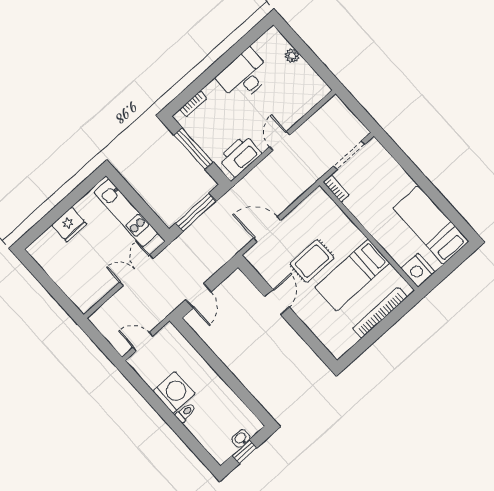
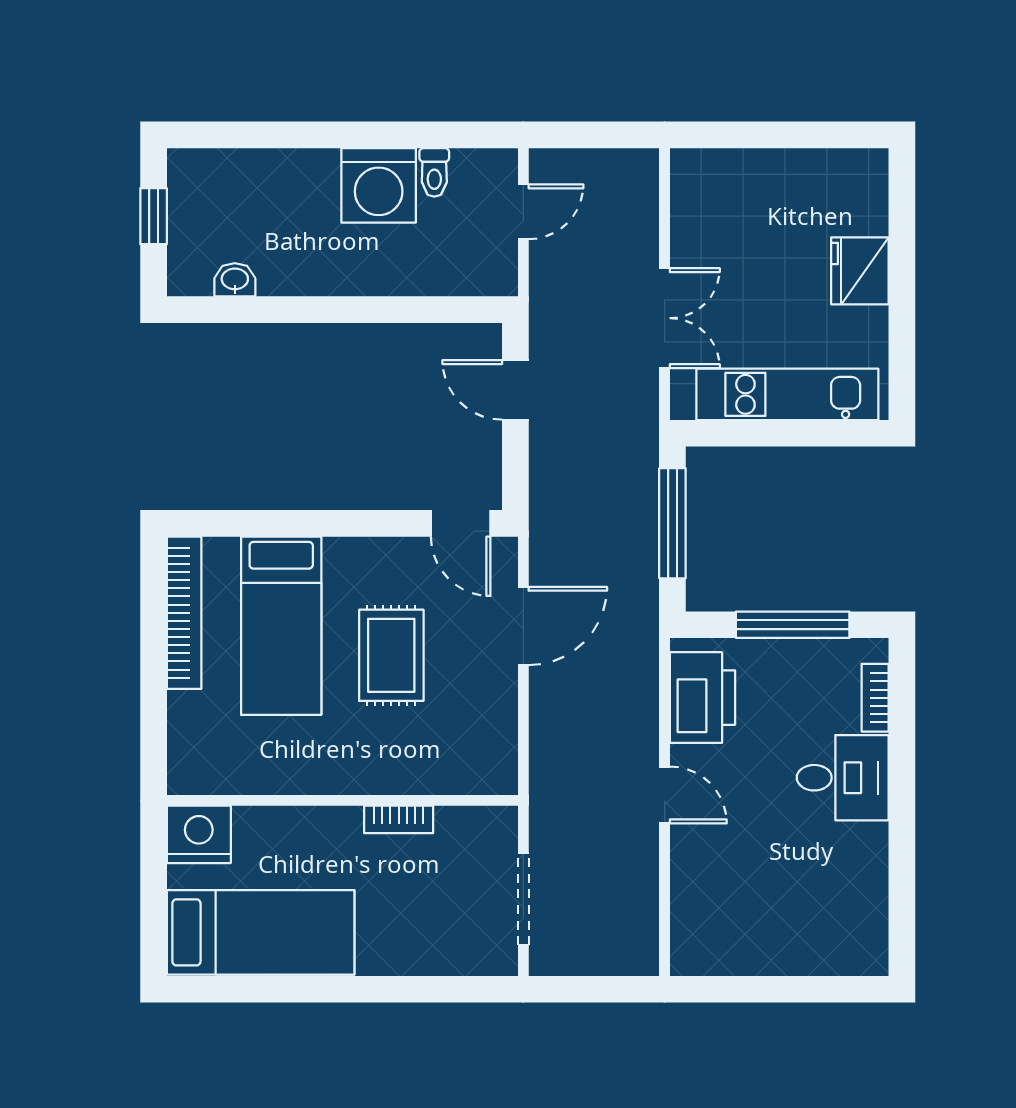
plant: (292, 56) -> (800, 959), removed
desk: (244, 76) -> (843, 778), moved, width x0.73
bookcase: (336, 189) -> (399, 819), moved
bed: (352, 275) -> (281, 626), moved, turned 180
door: (277, 302) -> (461, 523), moved
bookcase: (380, 313) -> (184, 613), moved
toilet: (185, 413) -> (434, 172), moved
washbasin: (241, 439) -> (235, 280), moved, turned -90

